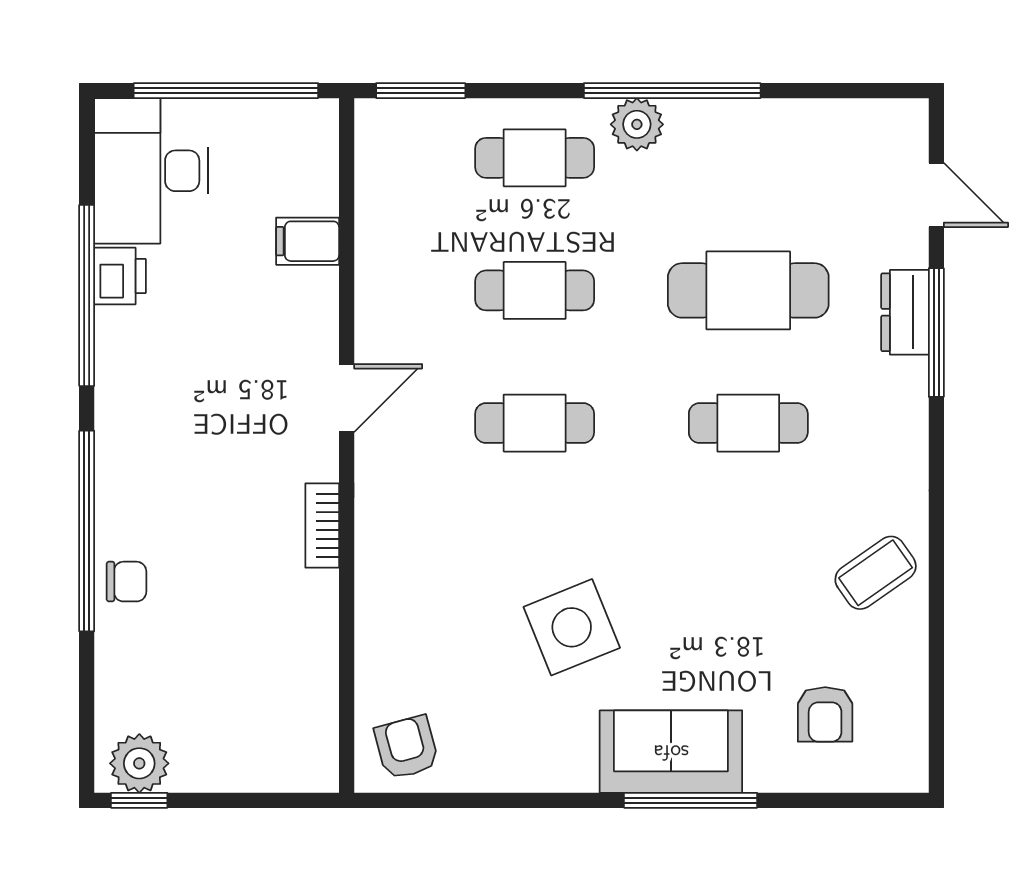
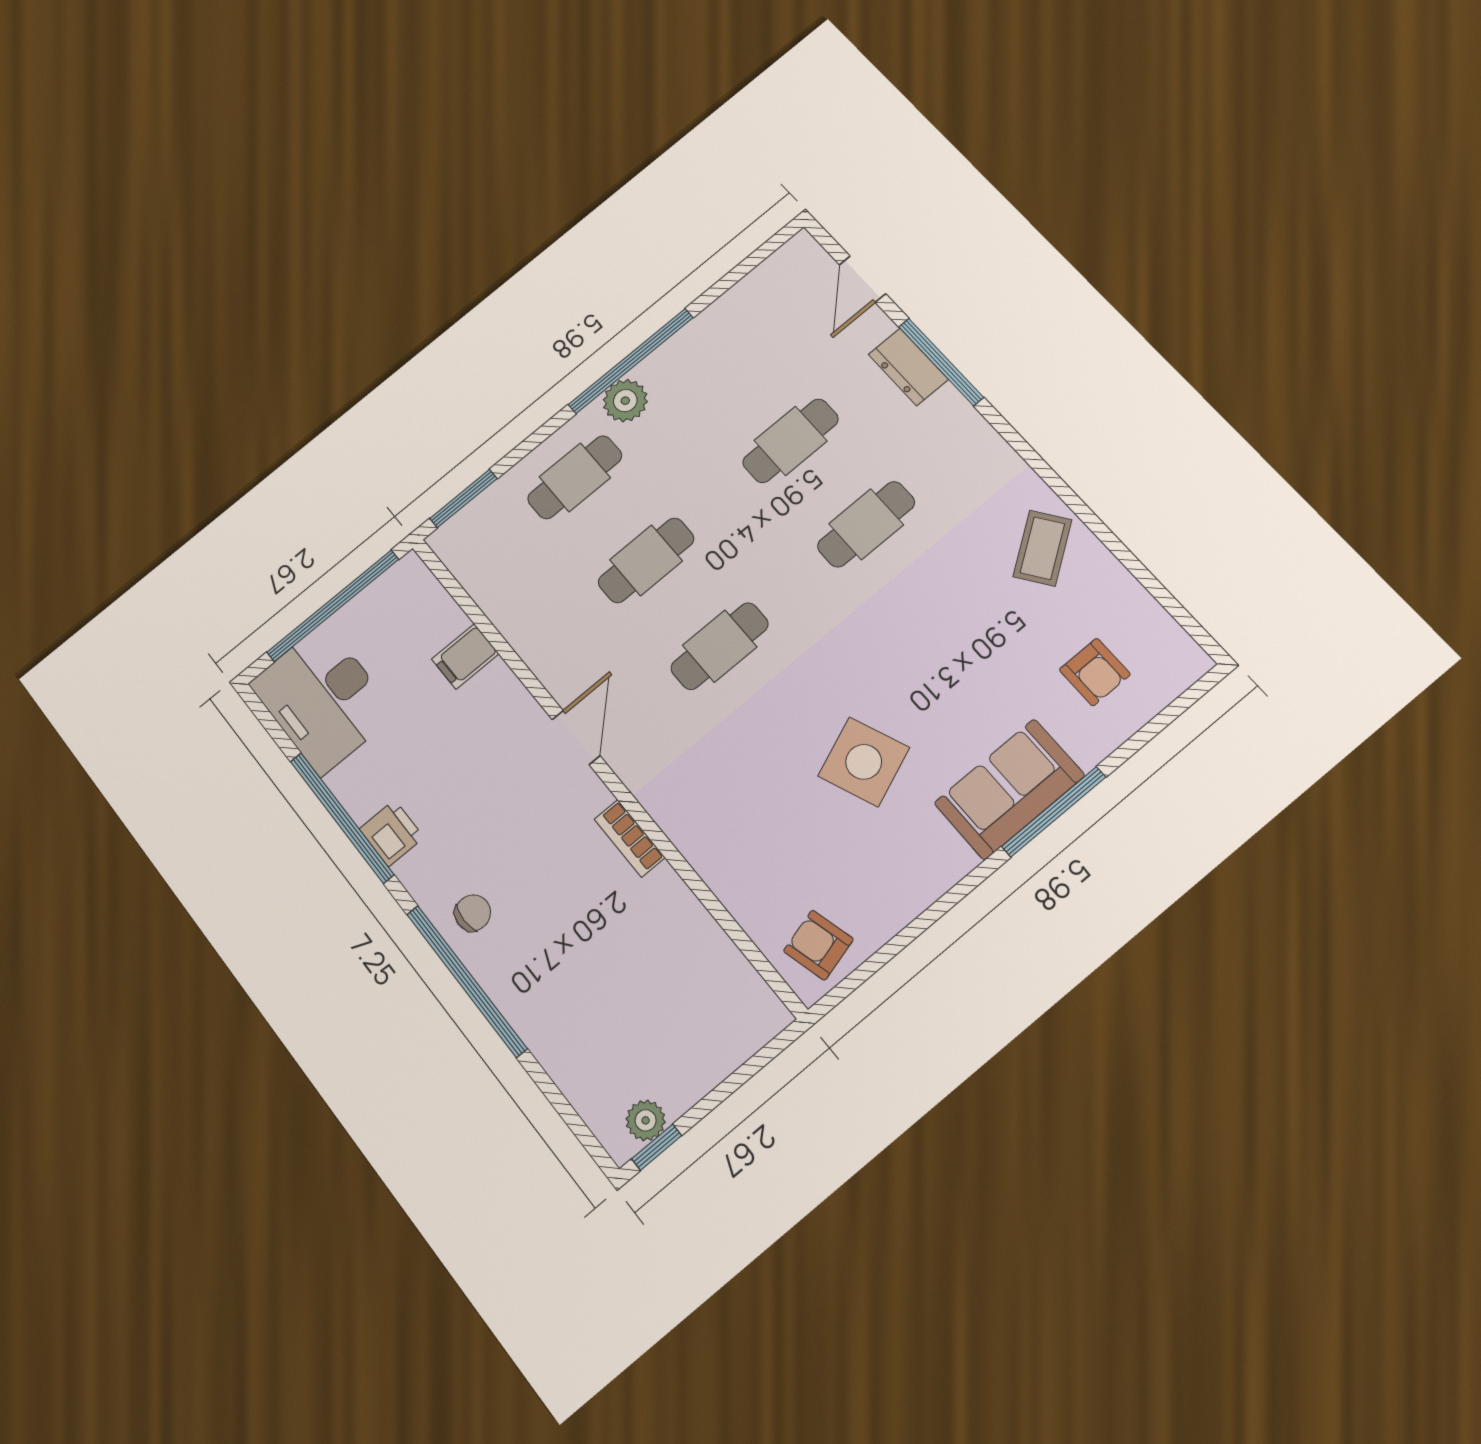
door: (936, 195) -> (863, 279), swing flipped
printer: (120, 276) -> (392, 833), moved
cafe table: (748, 290) -> (791, 441), width x0.73, depth x0.74
chair: (126, 582) -> (473, 913), moved
plant: (139, 763) -> (646, 1120), width x0.73, depth x0.73

